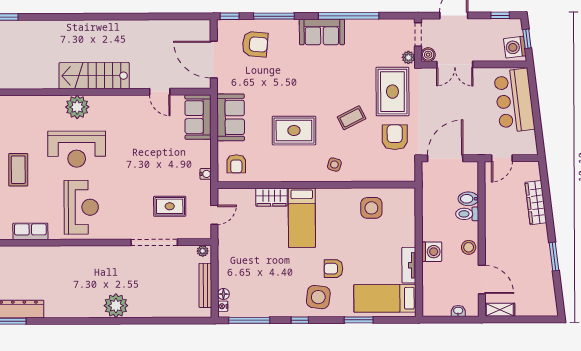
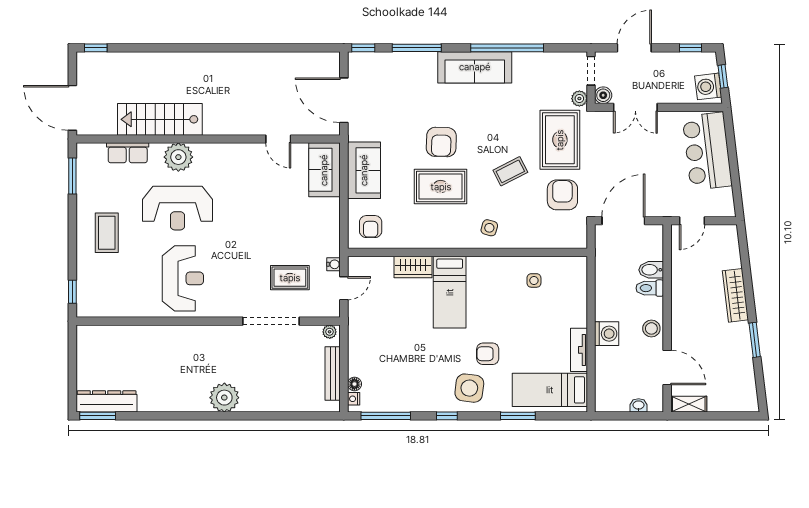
sofa: (322, 32) -> (475, 67), width x1.36
armchair: (255, 44) -> (441, 142), moved, turned 87
stairs: (94, 76) -> (160, 119), moved
water cooler: (206, 174) -> (334, 264), moved
wardrobe: (536, 203) -> (735, 295), moved
side table: (371, 208) -> (534, 280), width x0.54, depth x0.54
row of seats: (30, 231) -> (128, 153), moved, turned 180

